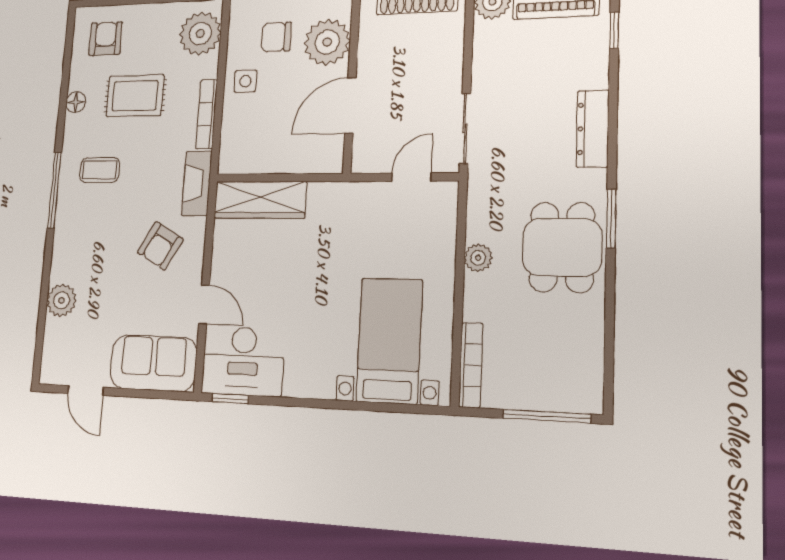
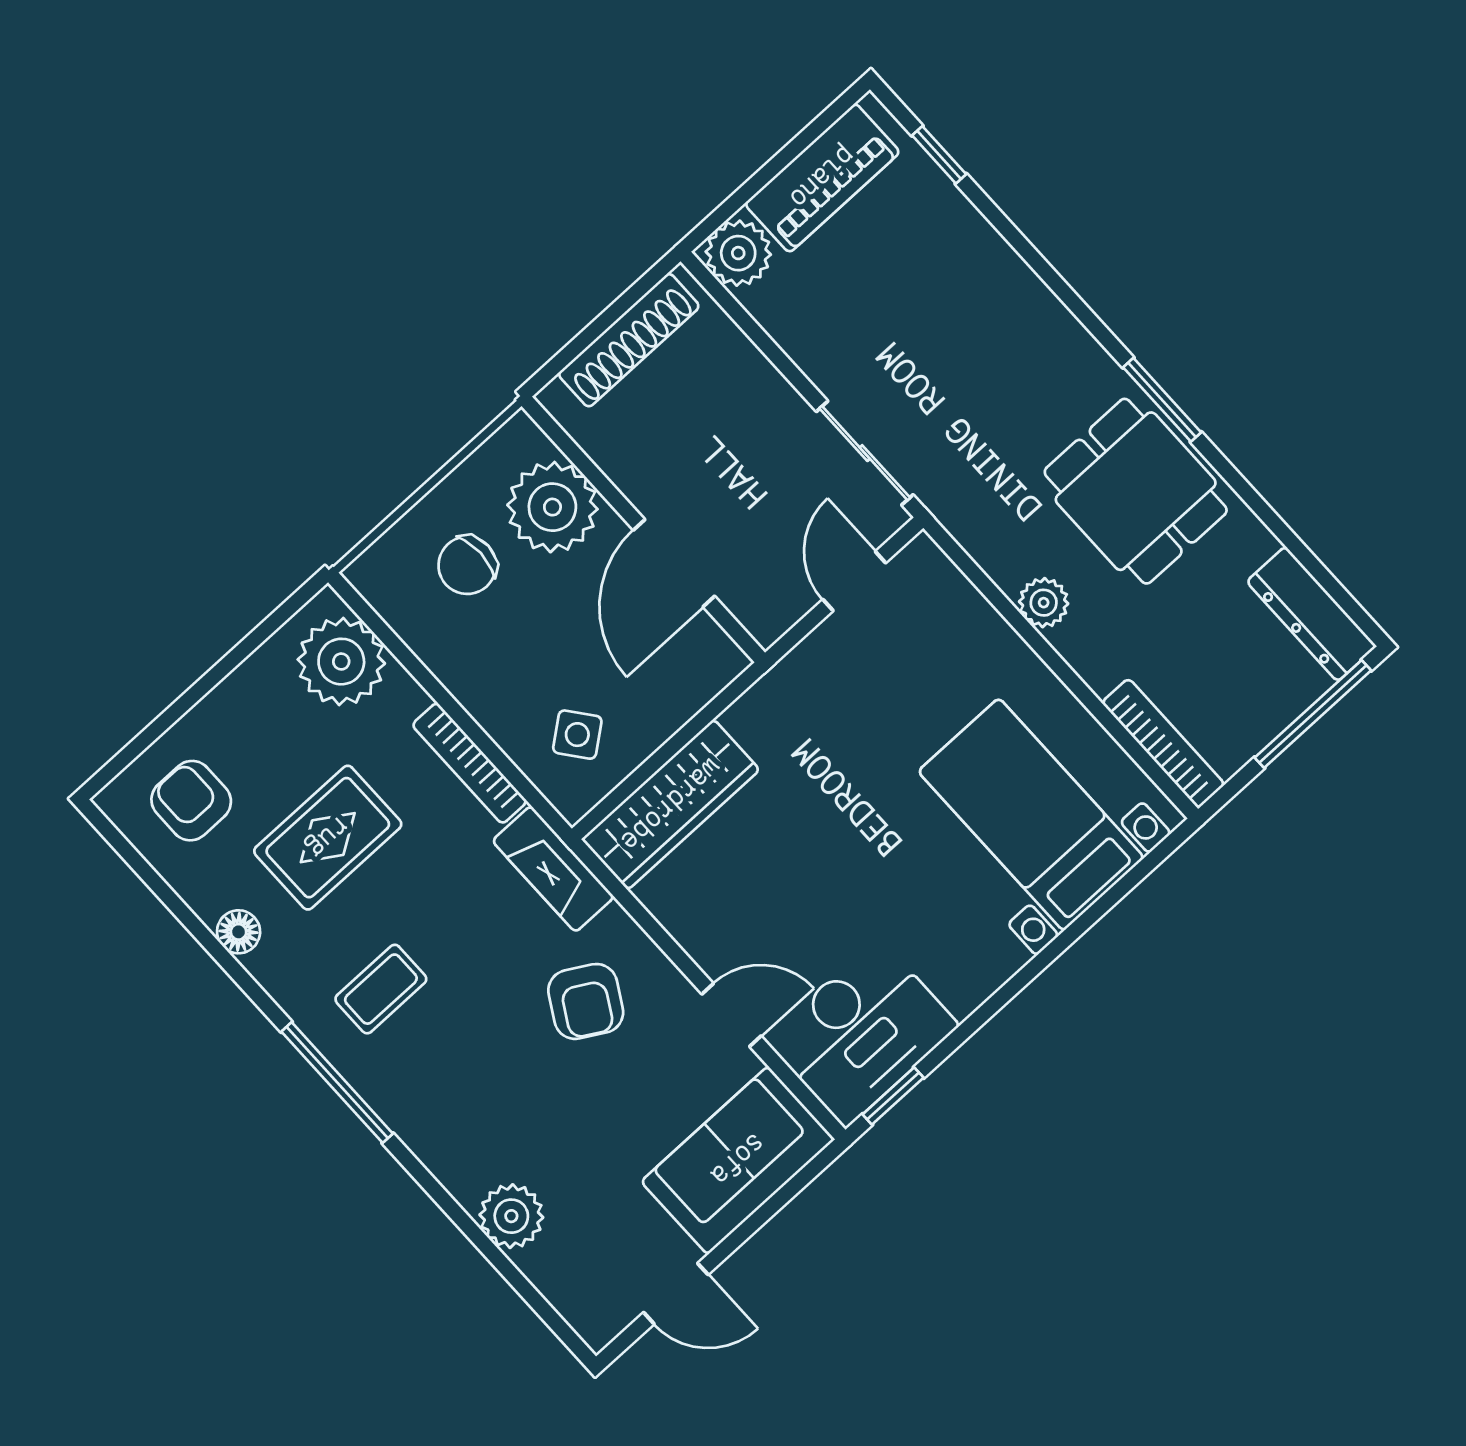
side table: (245, 81) -> (577, 735), moved, turned -38
dresser: (593, 129) -> (1311, 614), moved

